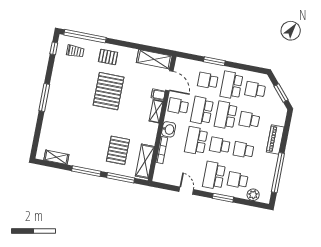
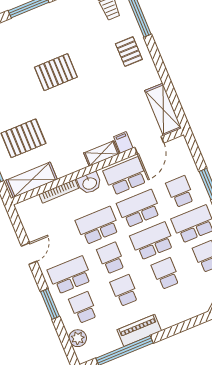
pallet: (109, 91) -> (56, 72), moved, width x0.73, depth x0.71
school desk: (178, 106) -> (125, 176), width x1.85
piano: (275, 140) -> (139, 330), moved

